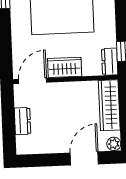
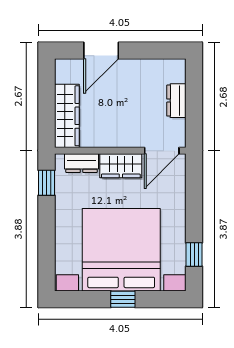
dresser: (110, 62) -> (82, 163), moved, turned 90
plant: (114, 144) -> (63, 67), removed

